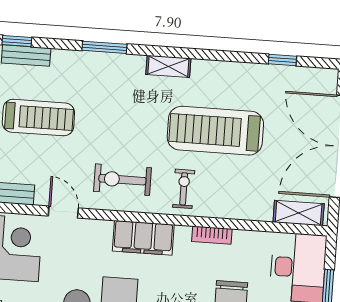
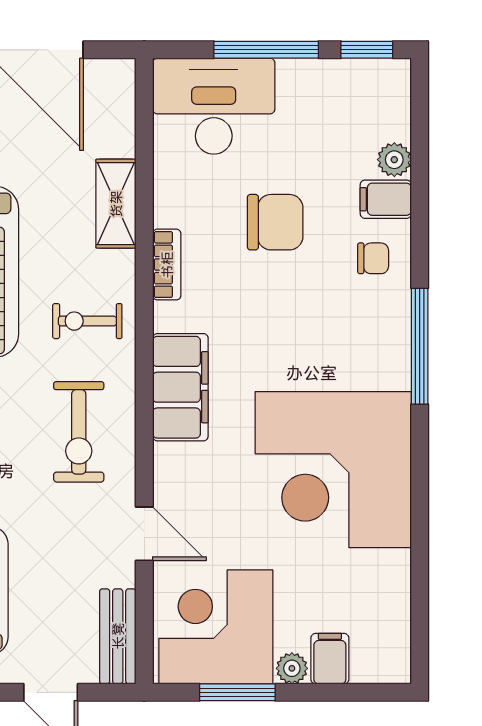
door: (63, 212) -> (144, 534), swing flipped
shelving: (299, 213) -> (116, 204), moved

